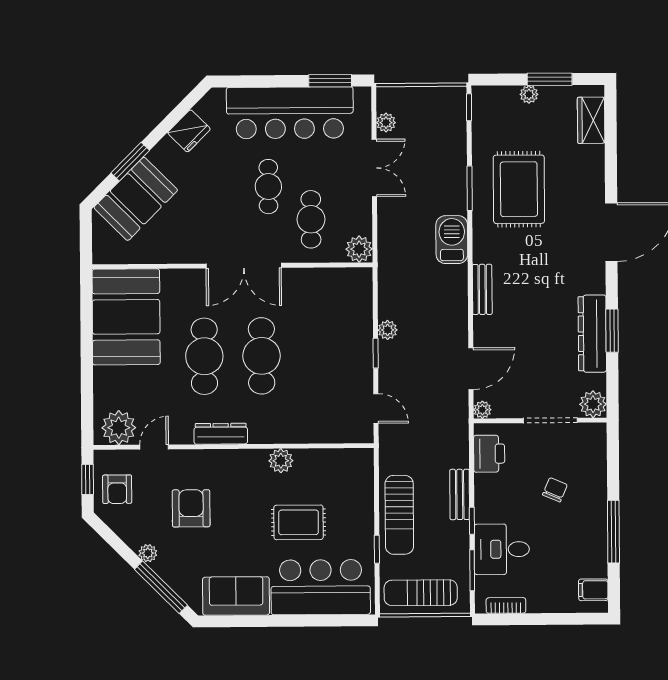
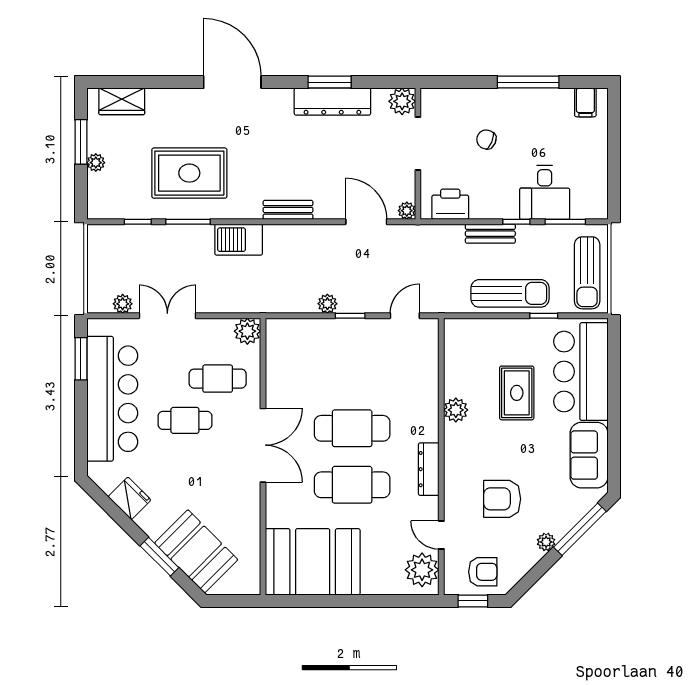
window: (469, 107) -> (138, 222), moved
bookcase: (506, 605) -> (600, 189), removed

